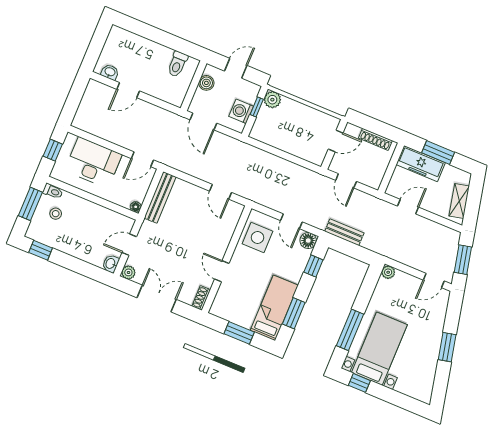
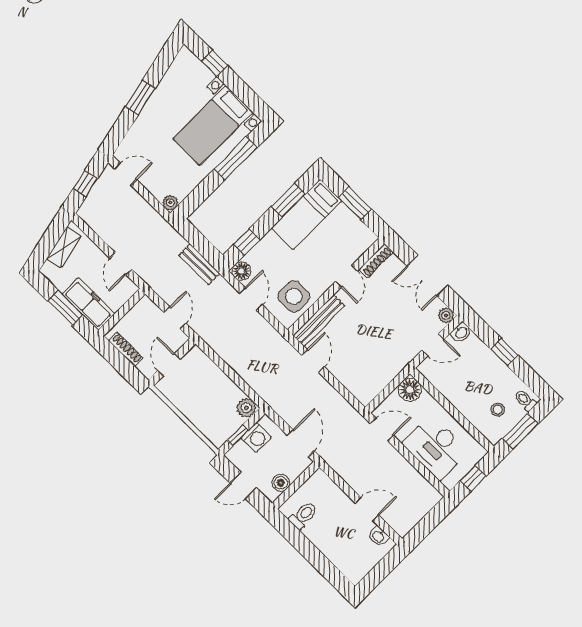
plant: (272, 100) -> (246, 408), moved
door: (336, 141) -> (169, 365), hinge flipped
toilet: (53, 191) -> (525, 400), moved
bench: (160, 197) -> (319, 321), moved
floor lamp: (136, 207) -> (410, 390), width x1.89, depth x1.89
door: (408, 207) -> (121, 264), hinge flipped
window: (41, 250) -> (504, 352), moved
window: (463, 260) -> (85, 184), width x0.67
shoe rack: (201, 298) -> (376, 261), width x1.43
window: (359, 383) -> (215, 63), moved

